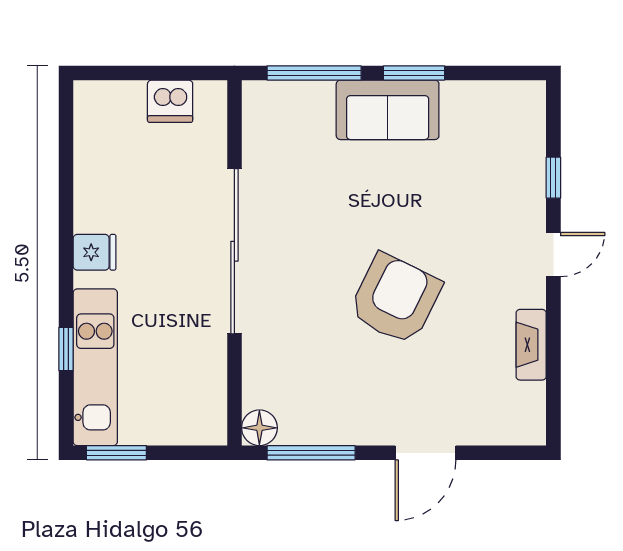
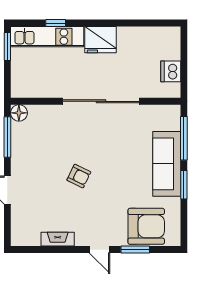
sofa: (388, 110) -> (167, 164), width x1.36
armchair: (503, 154) -> (146, 226), added
window: (553, 178) -> (135, 250), width x1.50
fridge: (95, 252) -> (101, 40), width x1.88, depth x1.34
armchair: (395, 299) -> (79, 176), width x0.53, depth x0.53

